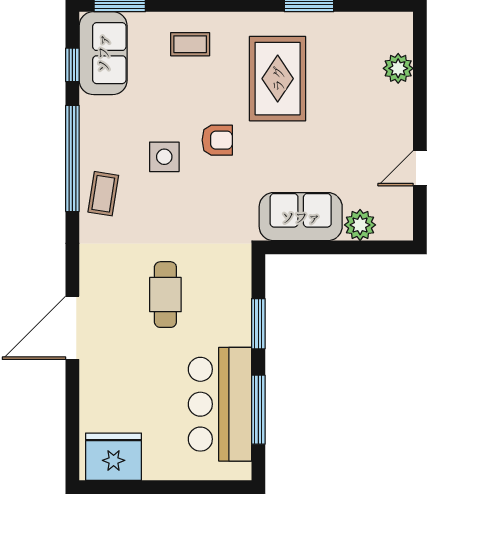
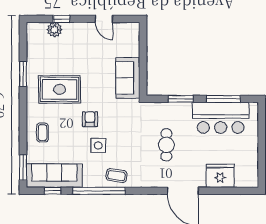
sofa: (103, 53) -> (54, 176), width x1.36
window: (420, 83) -> (61, 19), added
plant: (360, 225) -> (132, 49), removed
cafe table: (165, 295) -> (166, 145), turned 90
fridge: (114, 457) -> (220, 176), moved, turned 90

